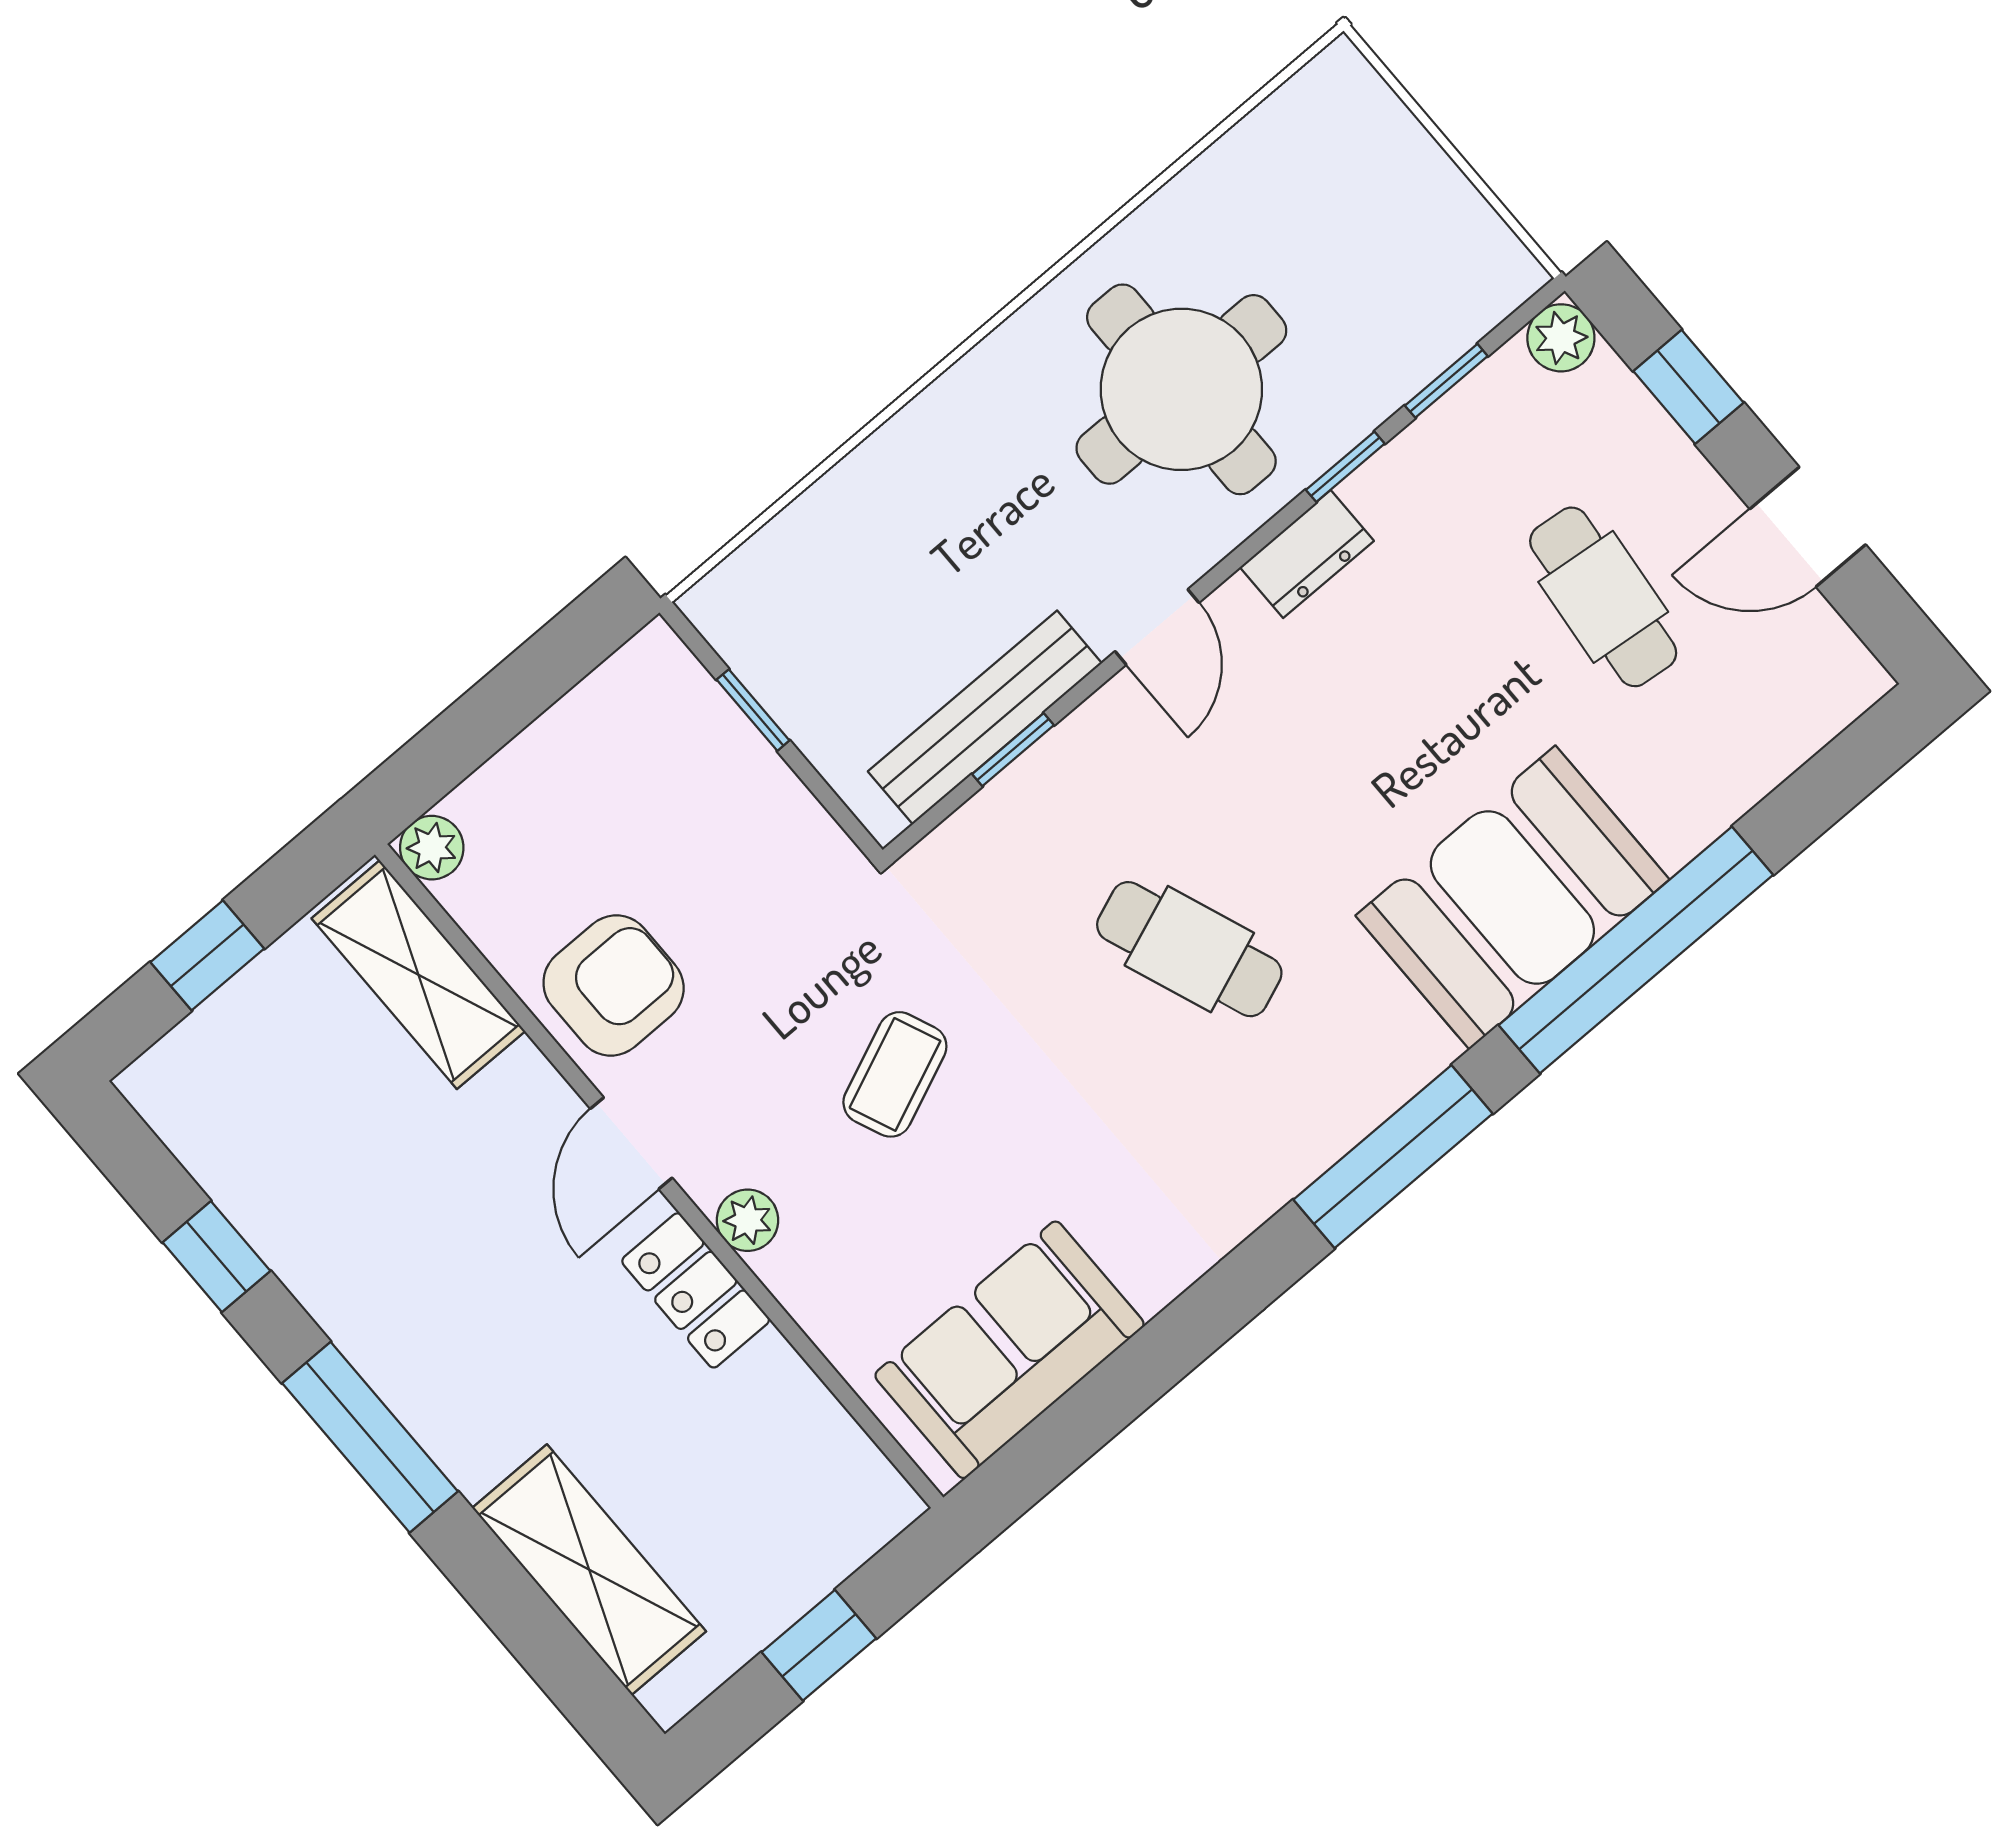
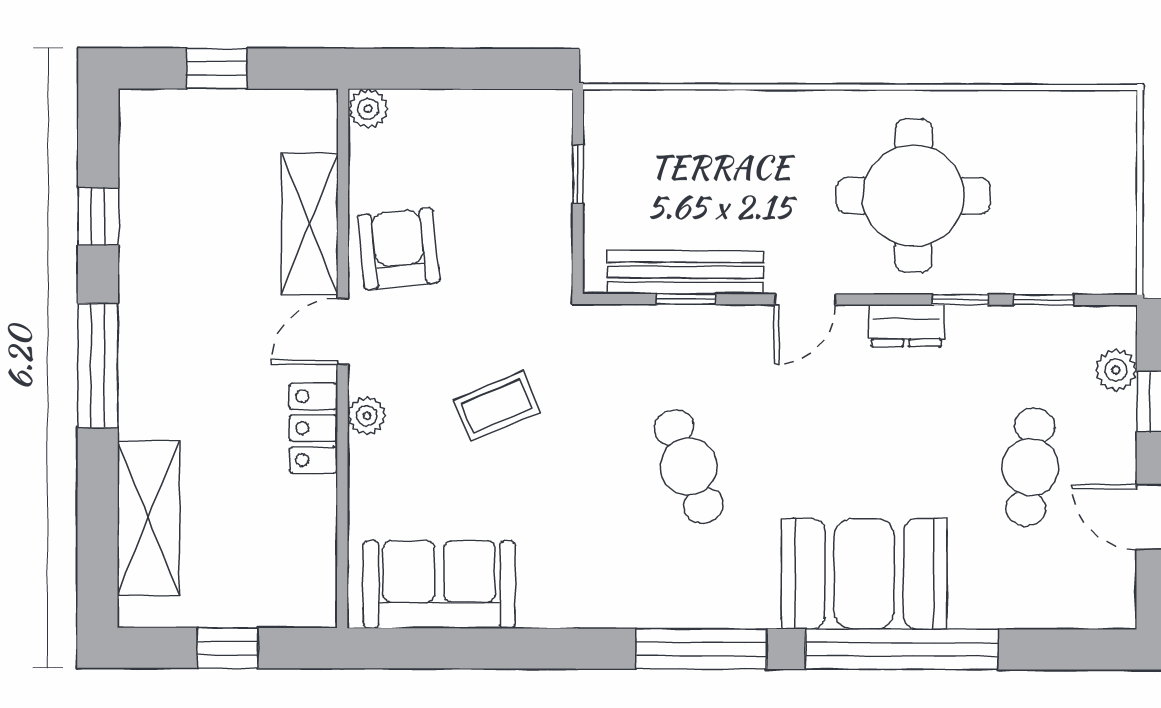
plant: (1561, 338) -> (1116, 370), moved
shelving: (418, 975) -> (310, 224), moved
armchair: (614, 986) -> (399, 249), turned -96

